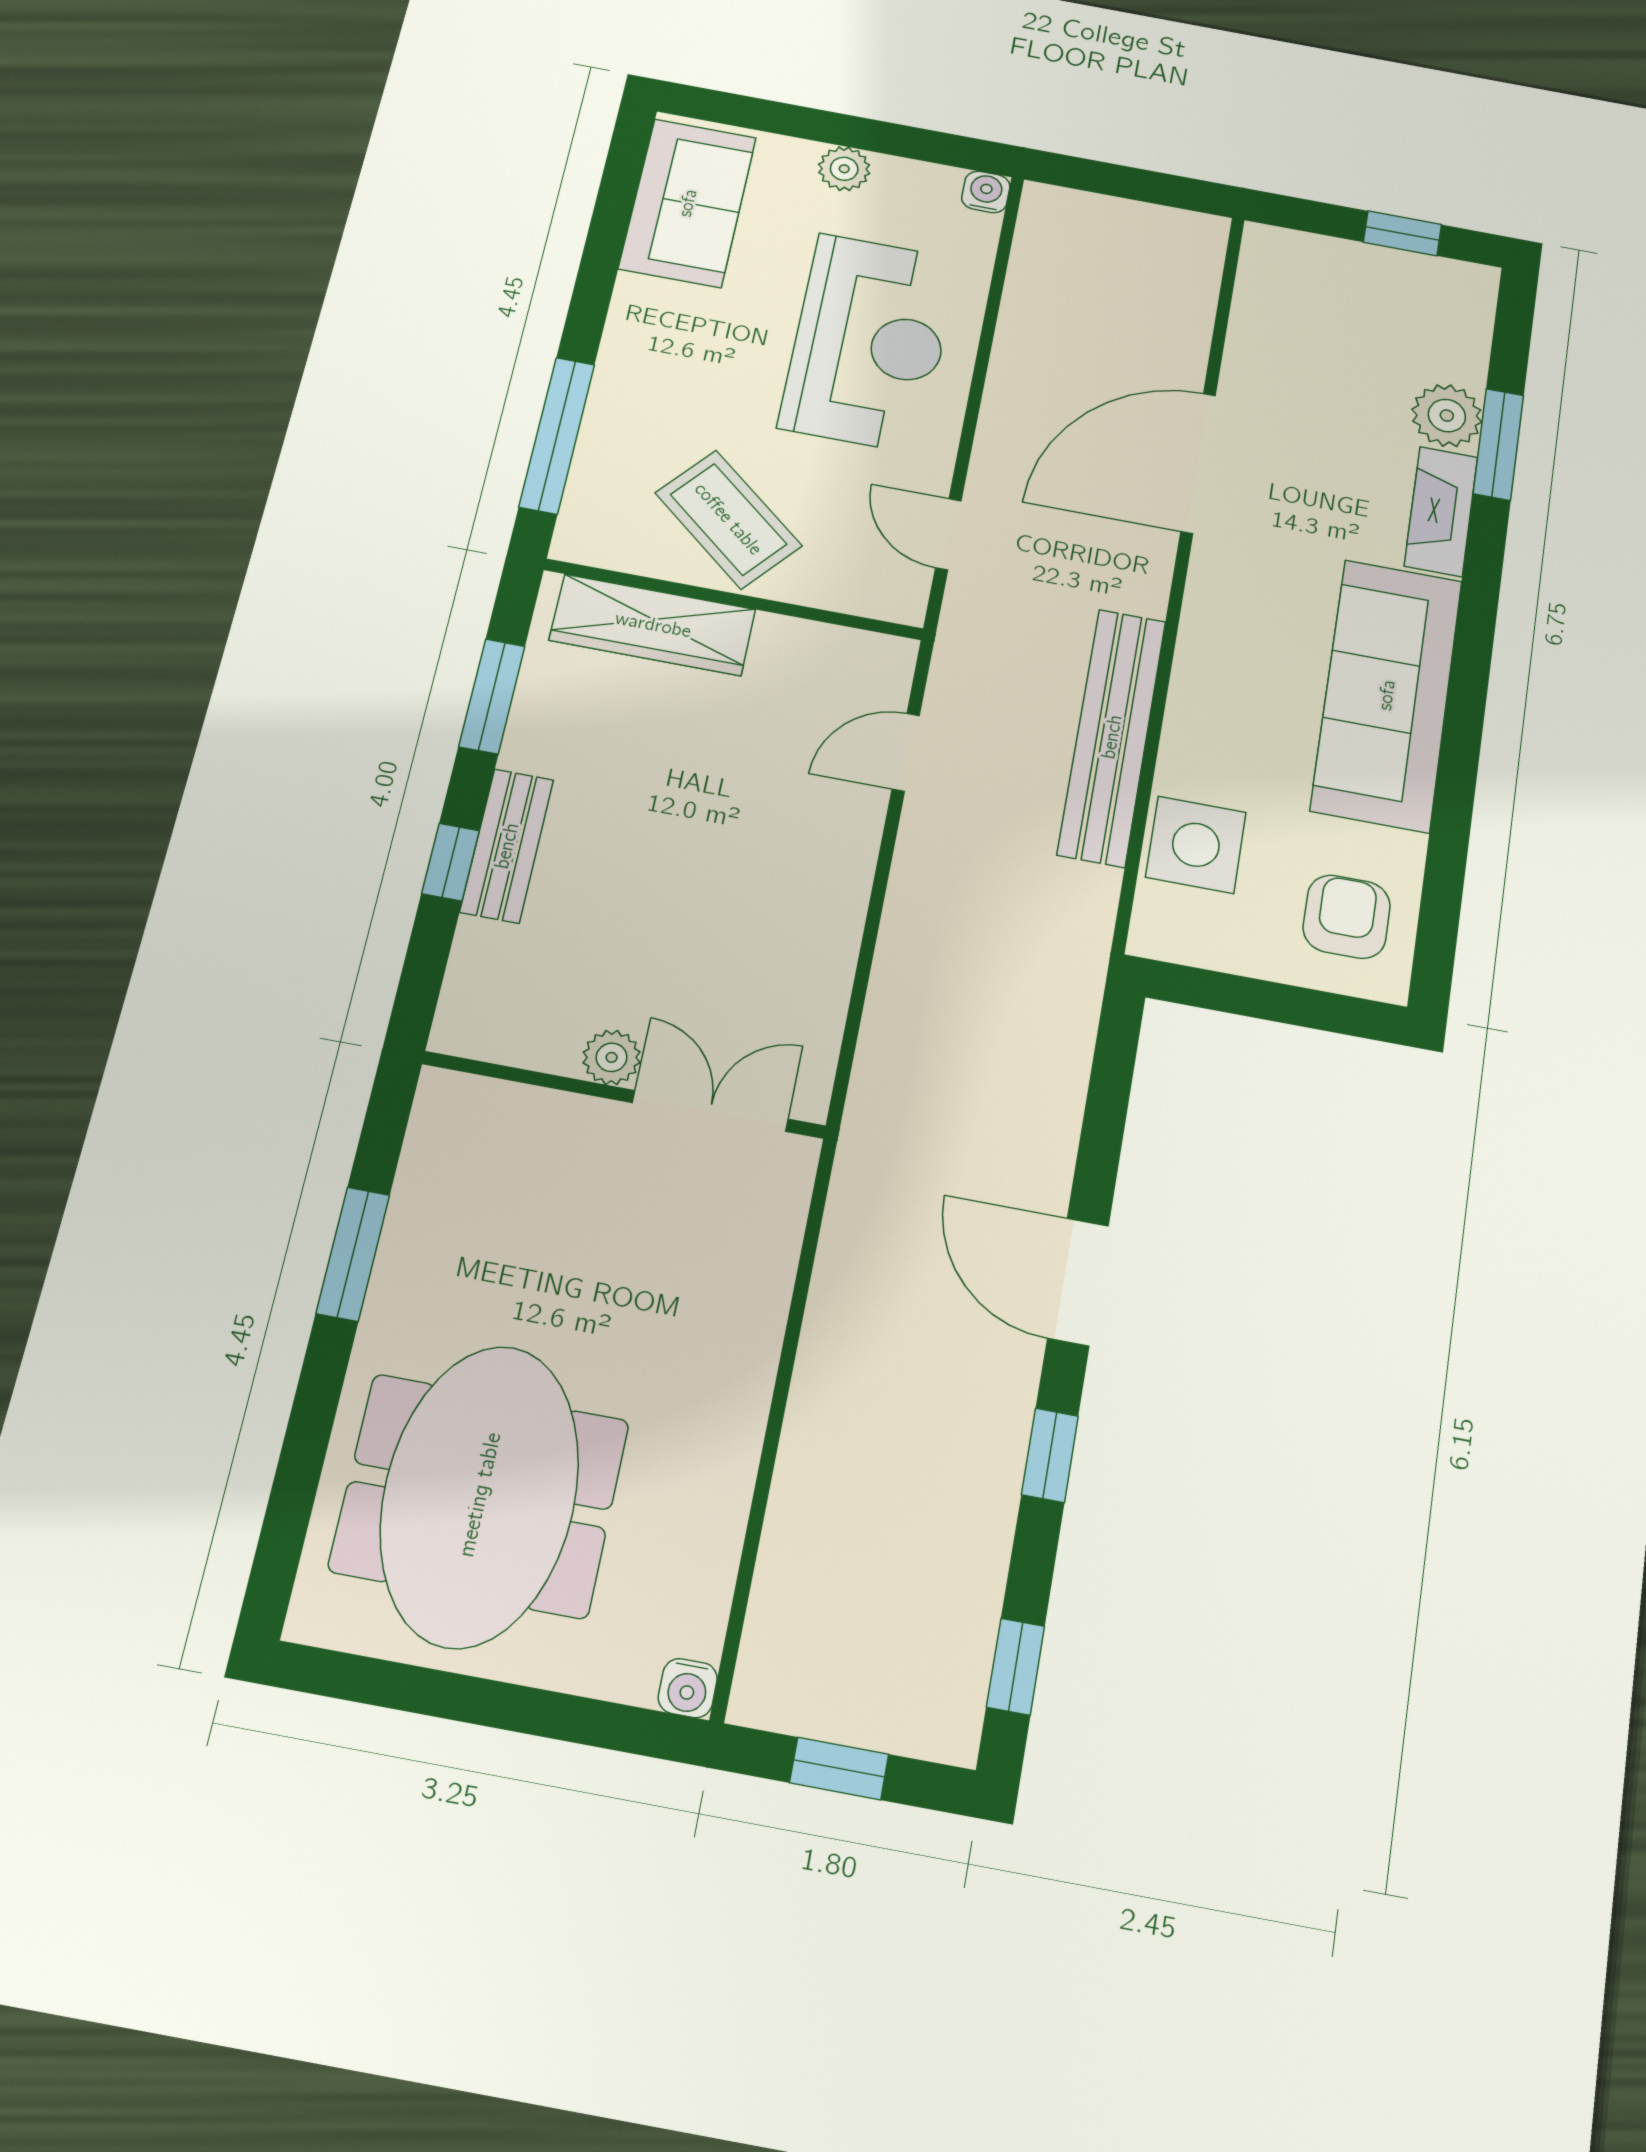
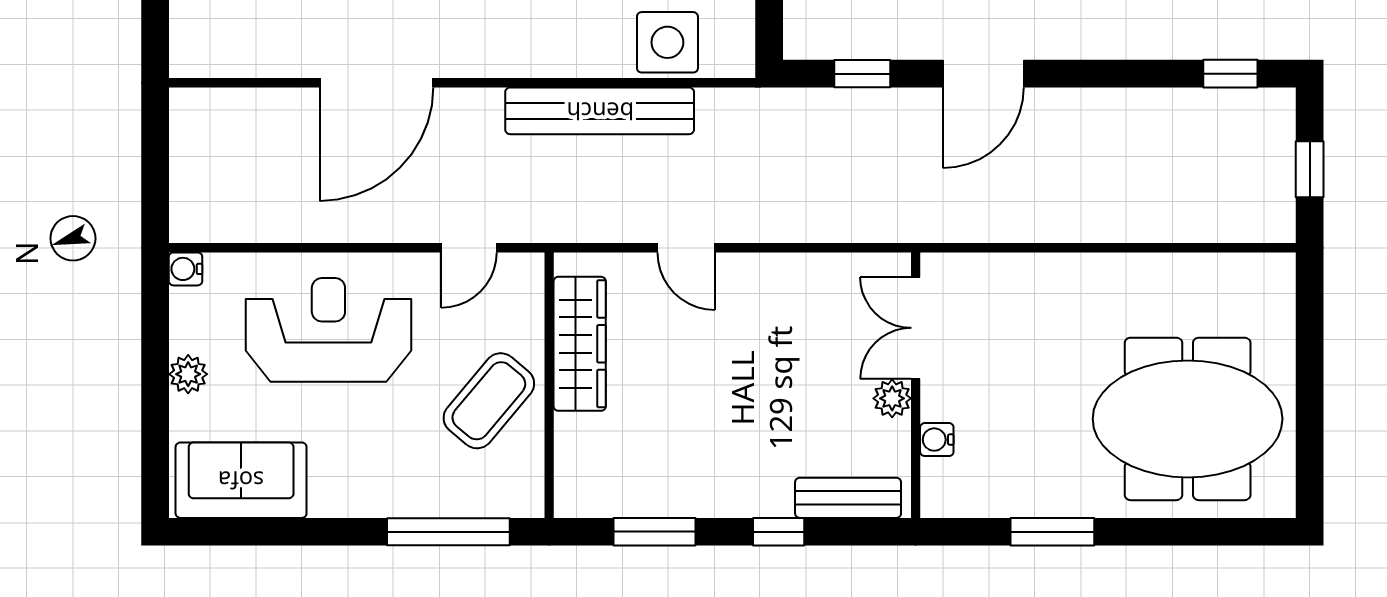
door: (1198, 463) -> (376, 83), hinge flipped
wardrobe: (653, 625) -> (580, 344), moved
door: (906, 752) -> (686, 248), moved
bench: (507, 846) -> (848, 498), moved
window: (1050, 1455) -> (862, 74), moved
water cooler: (688, 1688) -> (937, 440), moved, turned 180

